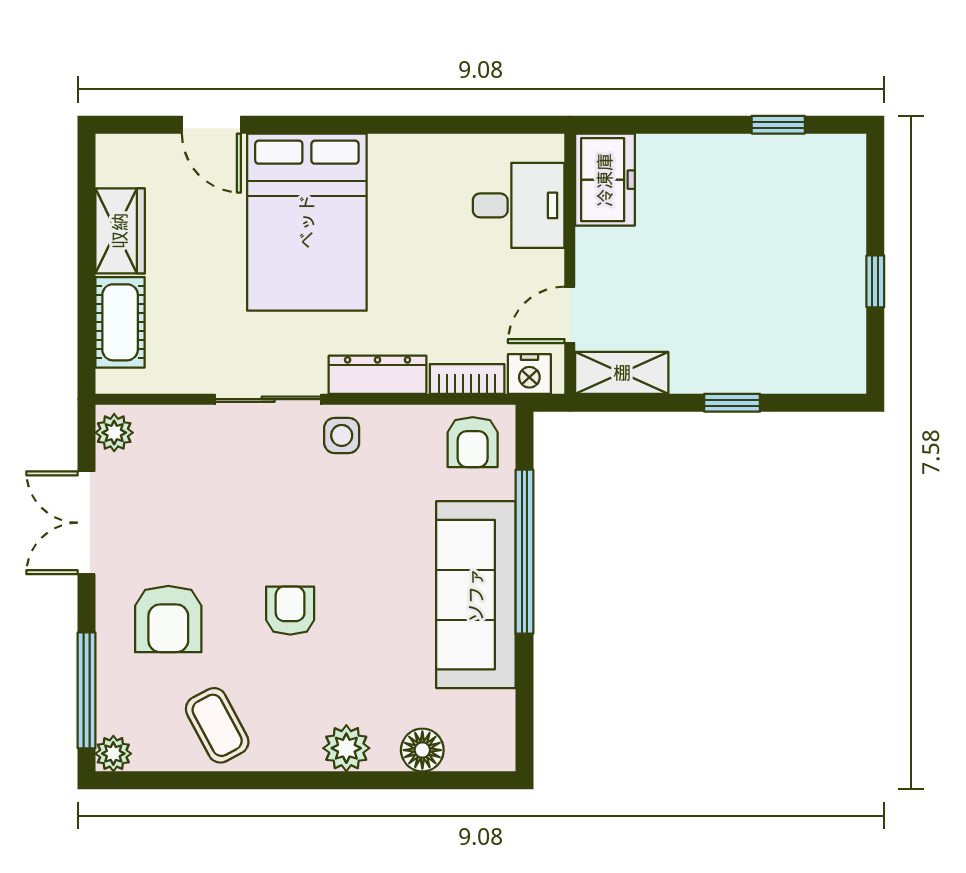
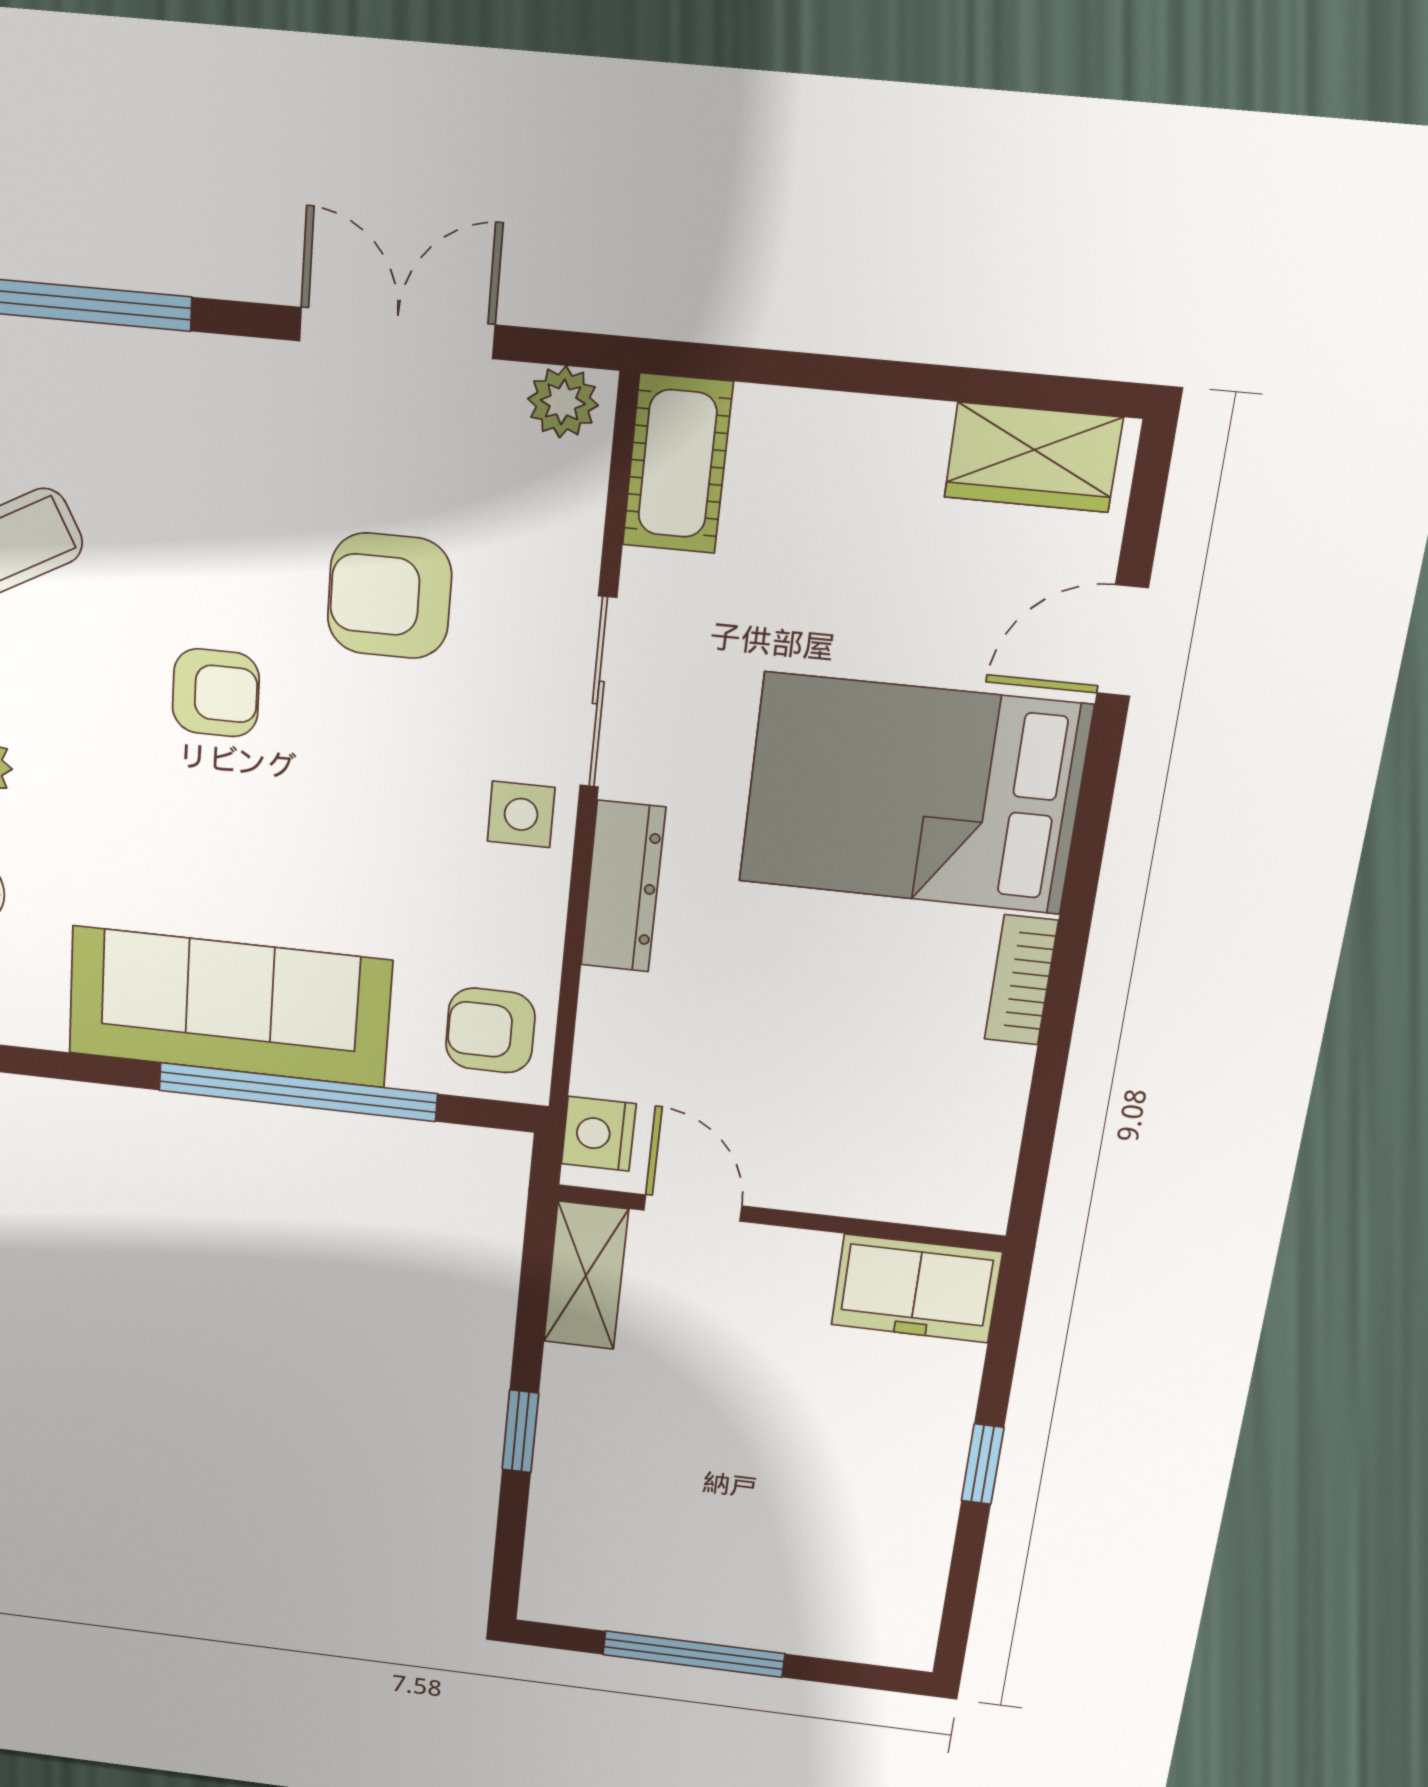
window: (778, 125) -> (983, 1464), moved
desk: (519, 205) -> (892, 1150), removed
wardrobe: (120, 231) -> (1033, 457), moved
window: (875, 281) -> (694, 1654), width x2.17
cot: (120, 322) -> (677, 464), moved, turned 90
bookcase: (467, 379) -> (1021, 980), moved, turned 180
armchair: (168, 619) -> (389, 596), moved

